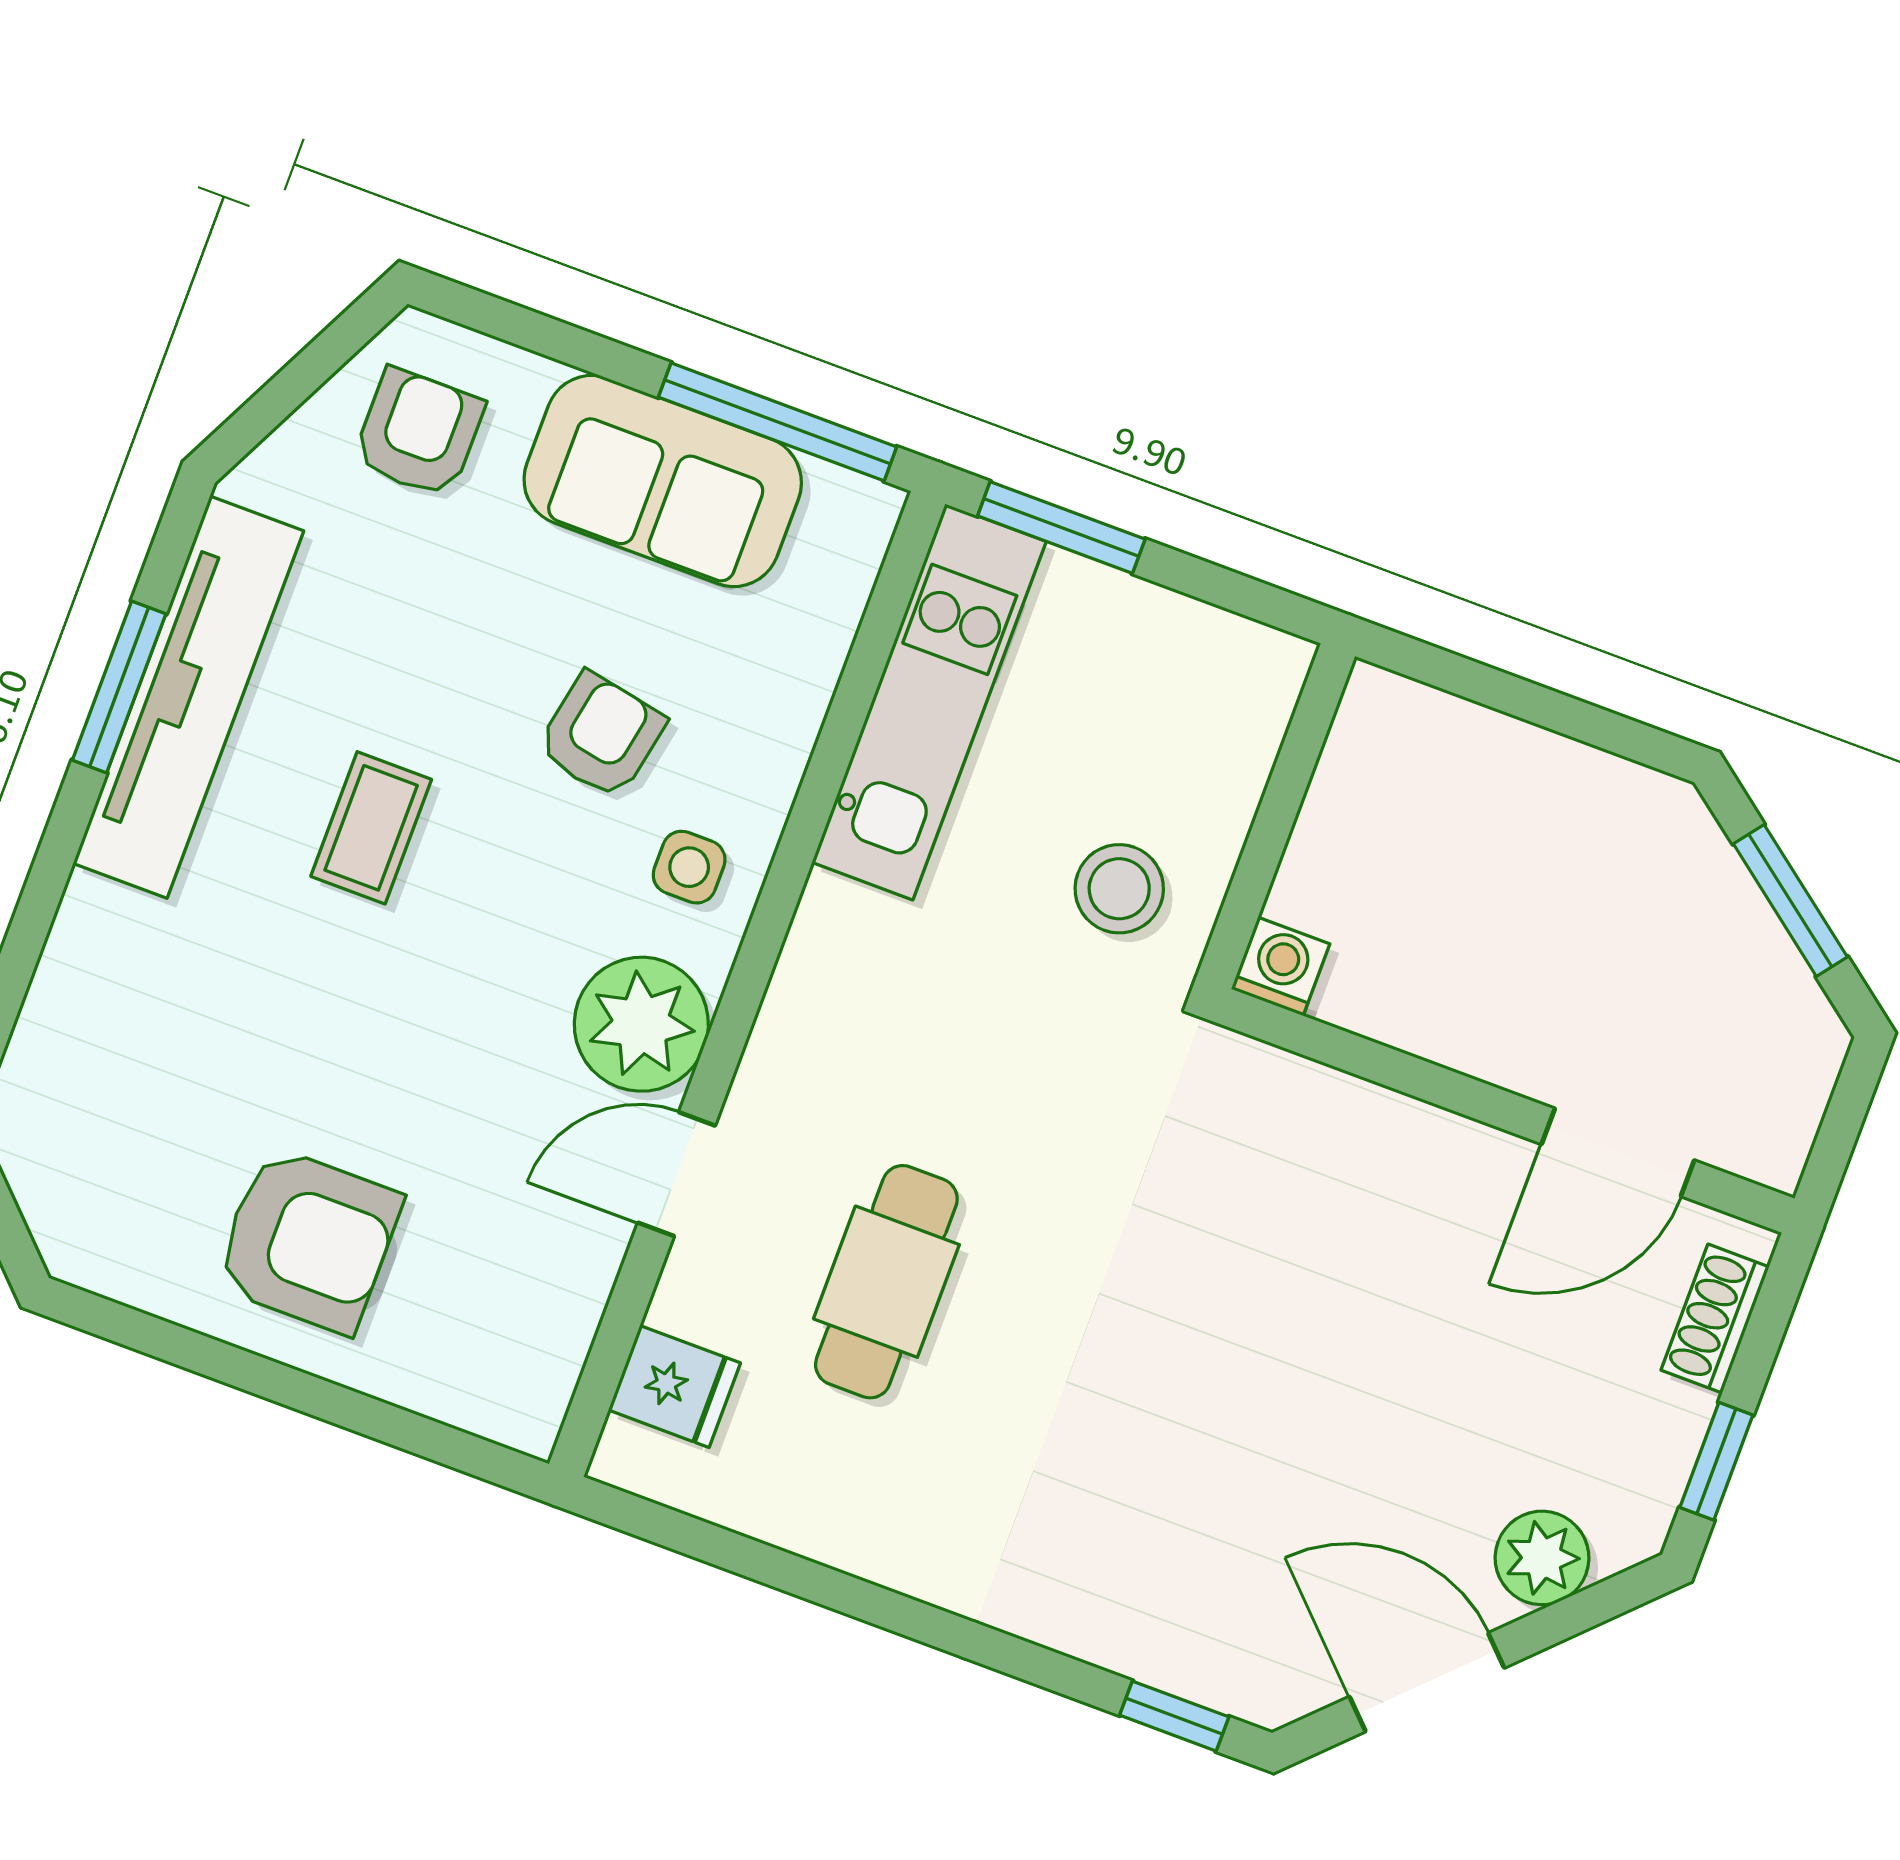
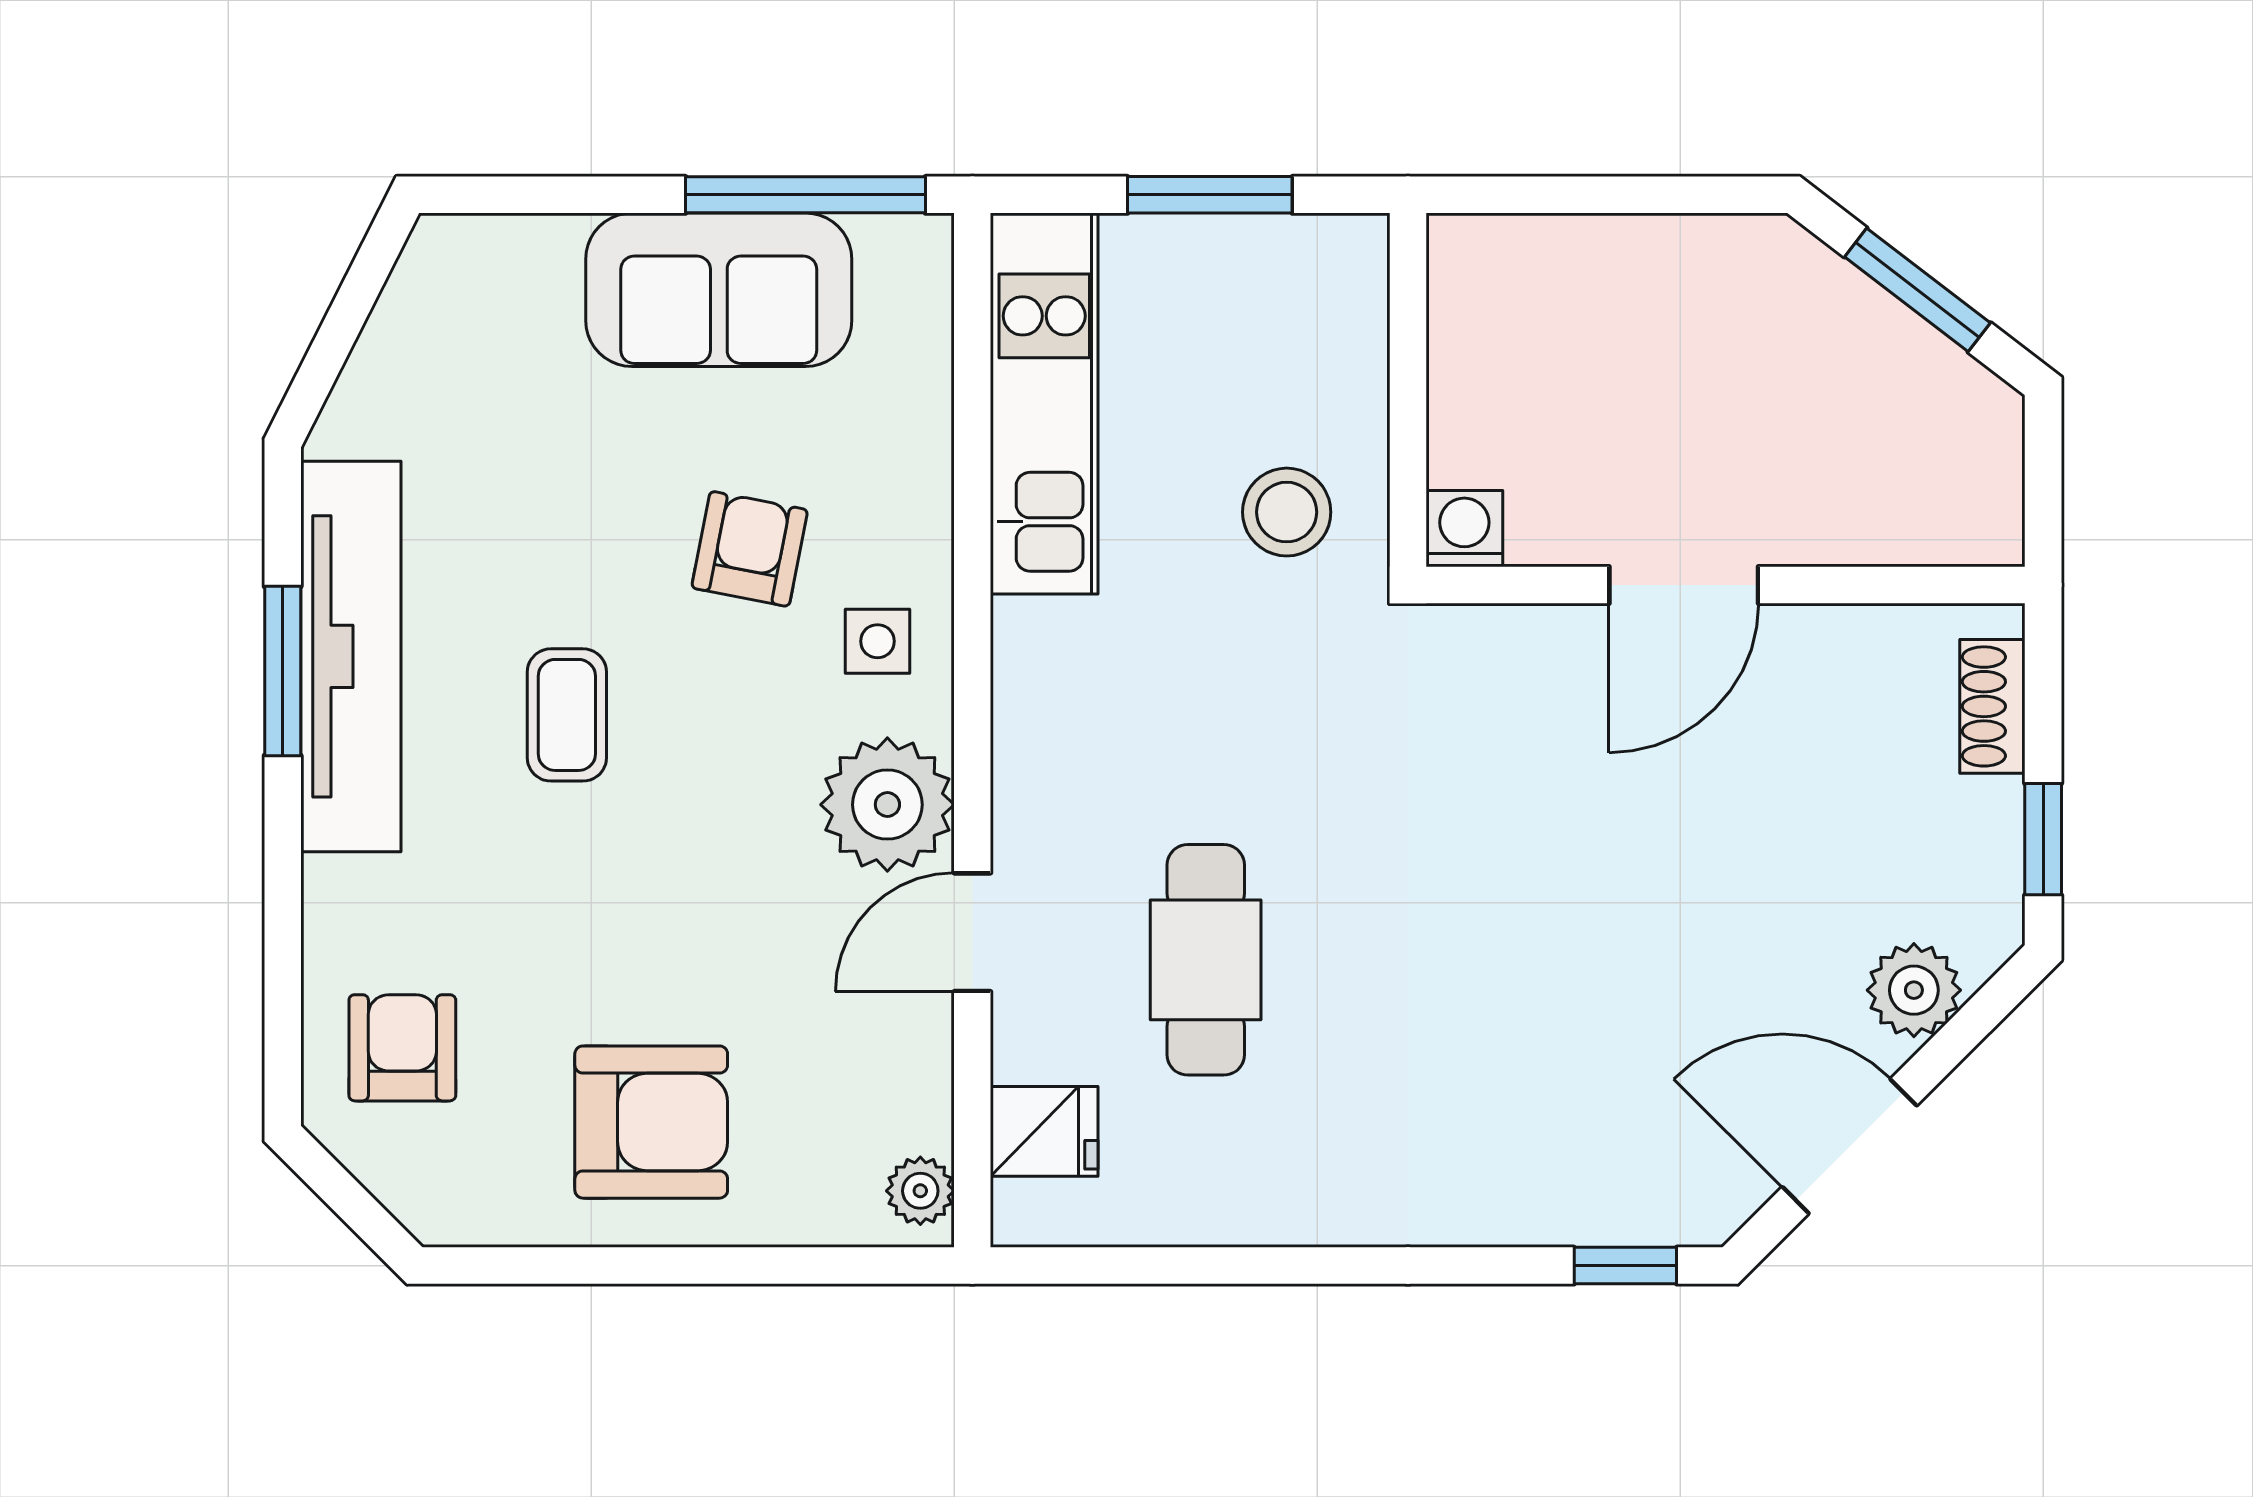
armchair: (419, 433) -> (402, 1048), moved
window: (1061, 528) -> (1210, 195), moved
door: (1618, 1152) -> (1684, 585), moved
plant: (537, 1399) -> (920, 1191), added

